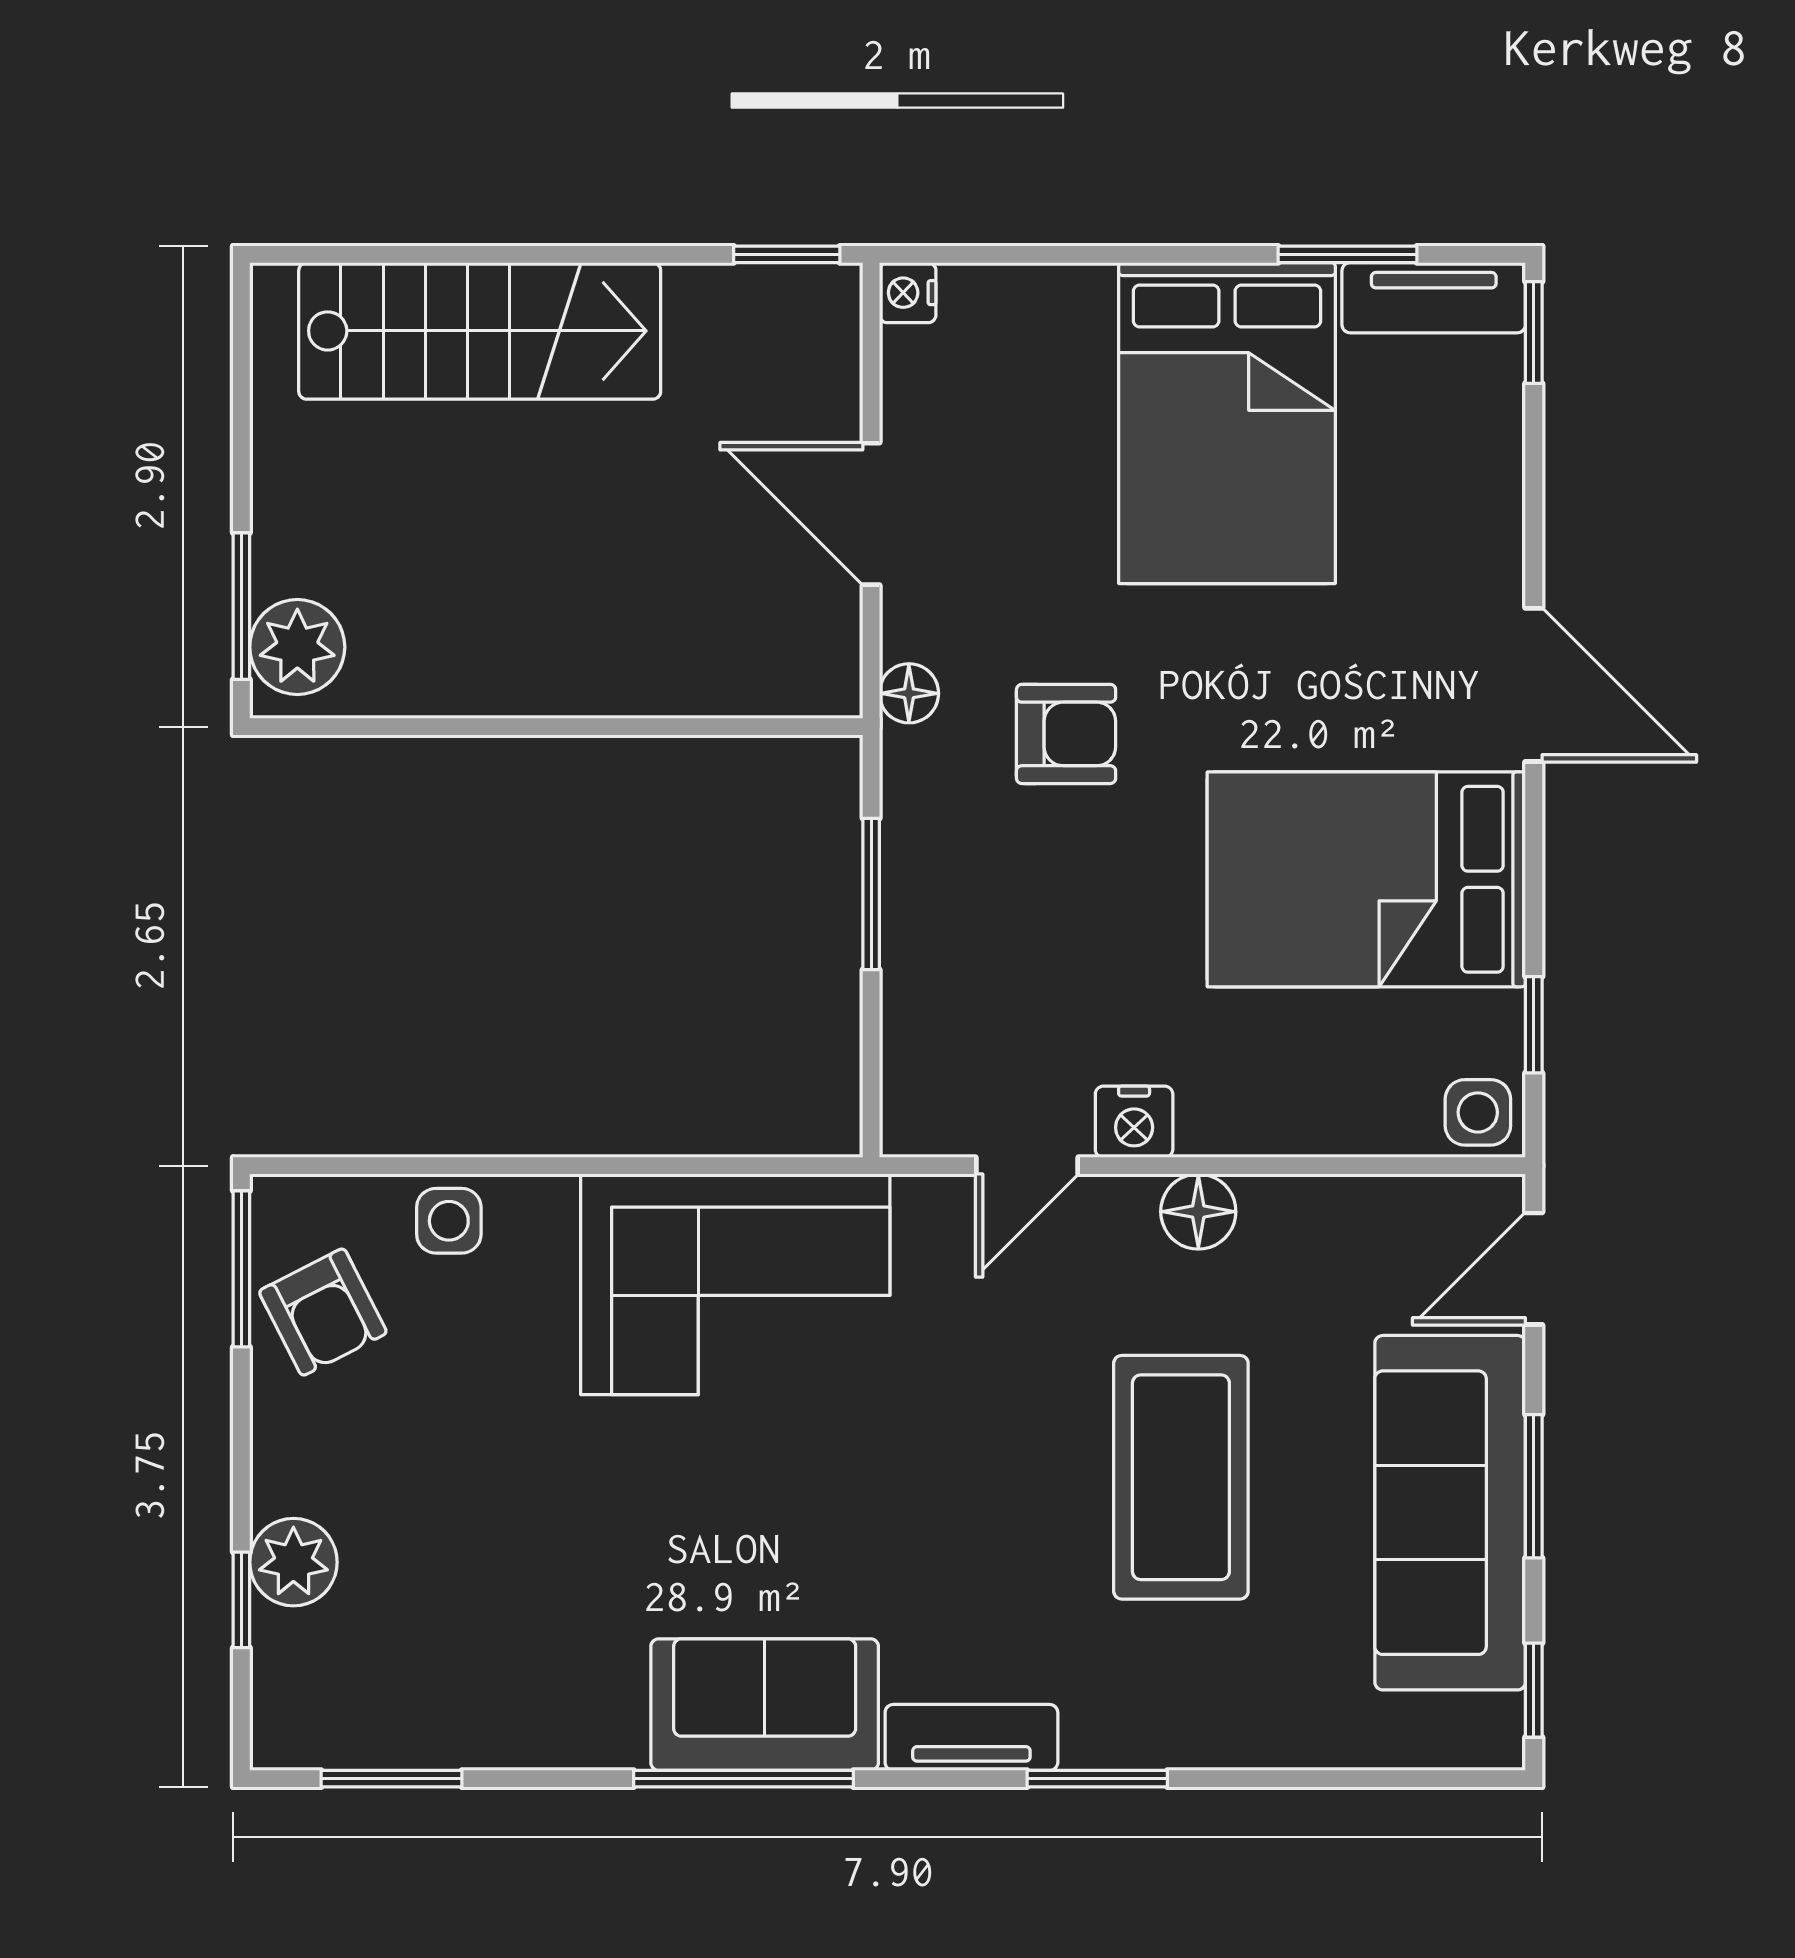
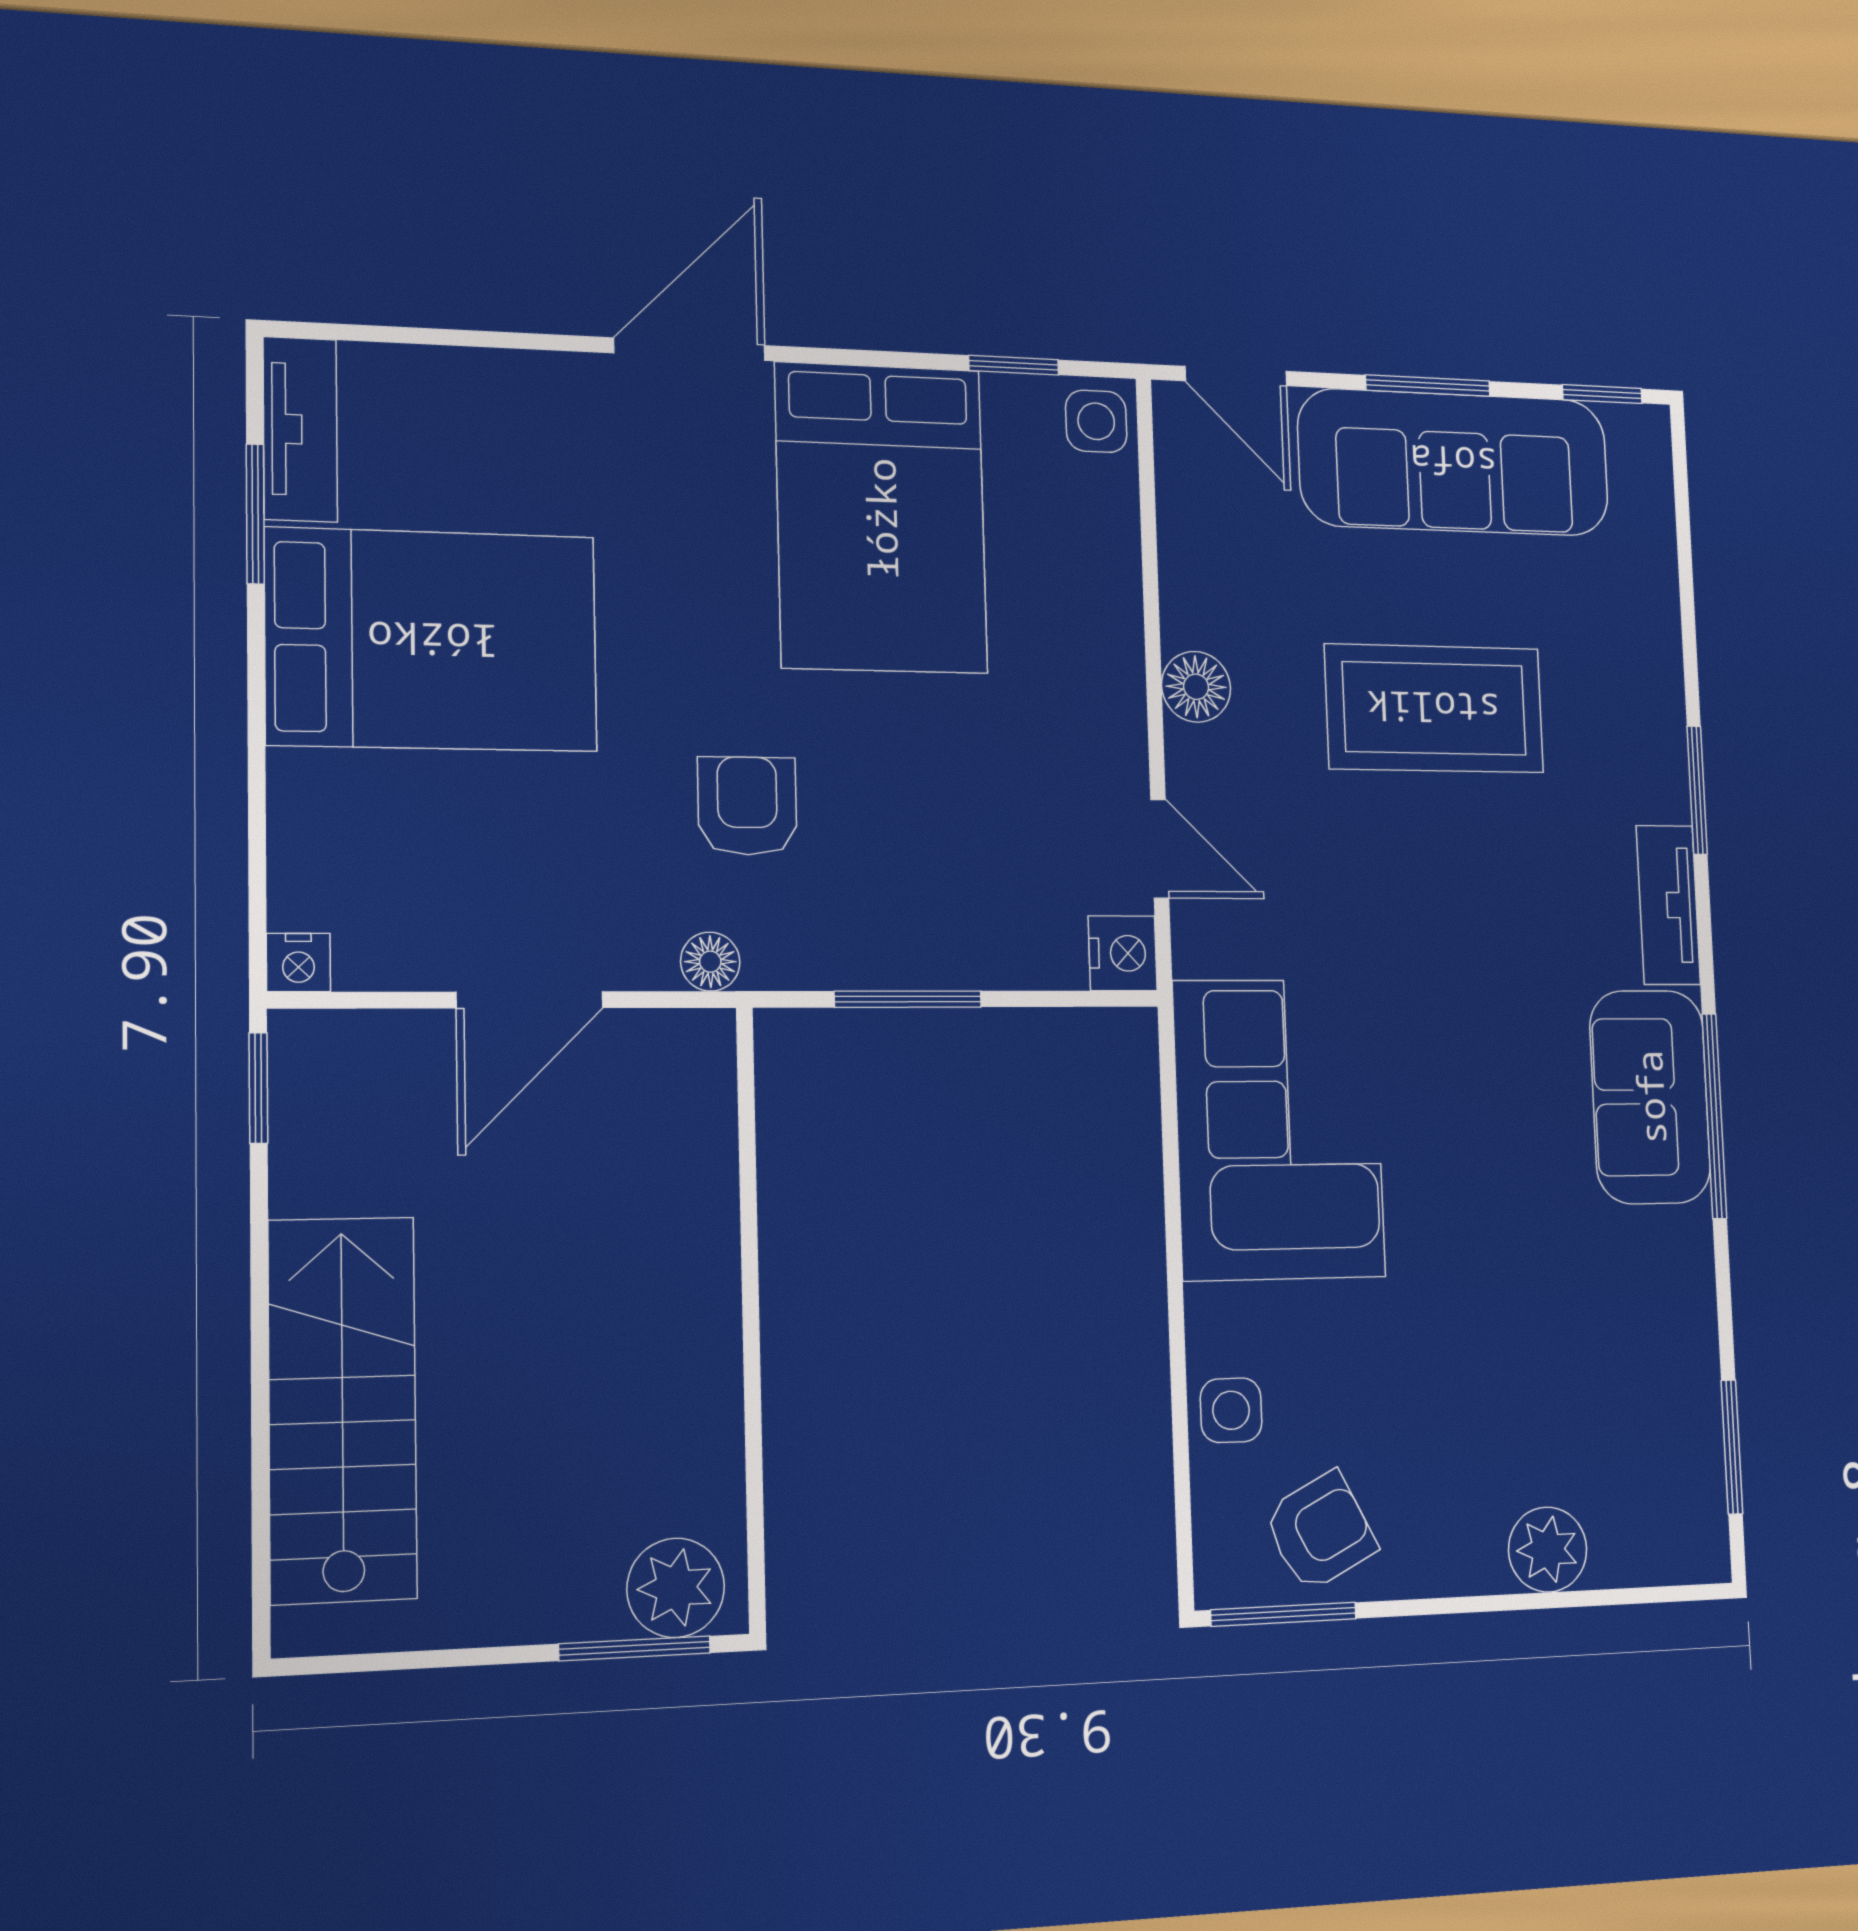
window: (1534, 332) -> (336, 332), removed
nightstand: (1134, 1122) -> (1123, 953), moved
window: (241, 1600) -> (1584, 1598), removed

